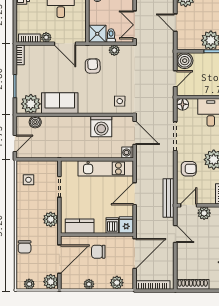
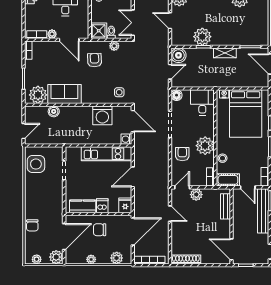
boiler: (35, 122) -> (54, 111), moved
armchair: (189, 169) -> (182, 154), turned -90
side table: (28, 180) -> (36, 164), width x1.87, depth x1.87
bench: (169, 198) -> (164, 181), removed
plant: (51, 219) -> (56, 200), removed
dishwasher: (112, 225) -> (102, 206), moved

